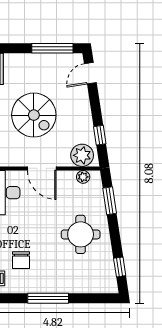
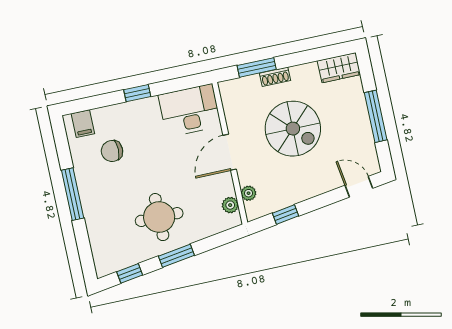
window: (52, 48) -> (376, 116), moved
spiral stairs: (34, 115) -> (293, 129), turned -90
plant: (82, 155) -> (249, 193), width x0.53, depth x0.53
window: (110, 201) -> (176, 256), moved

